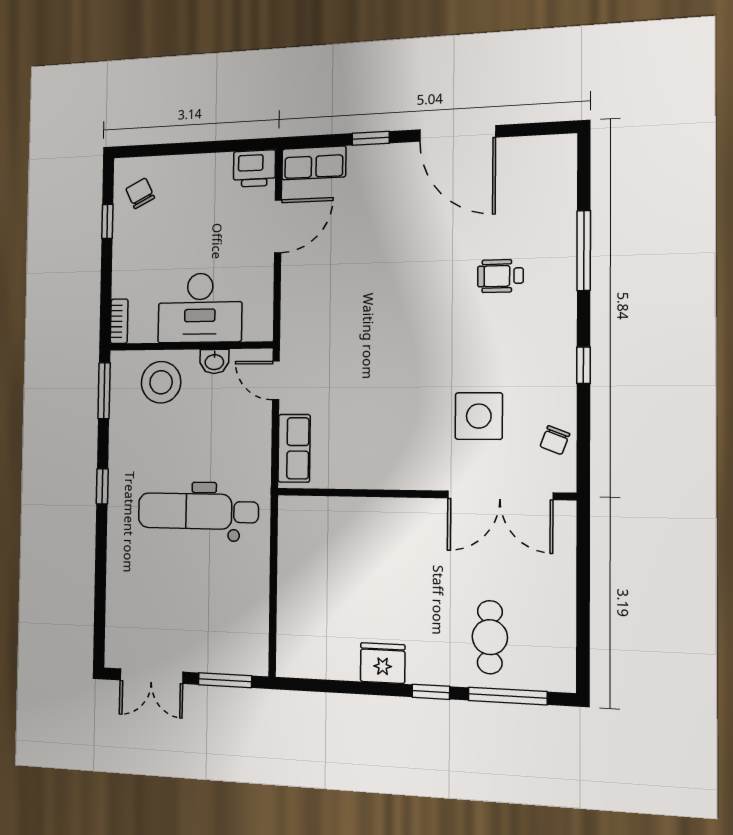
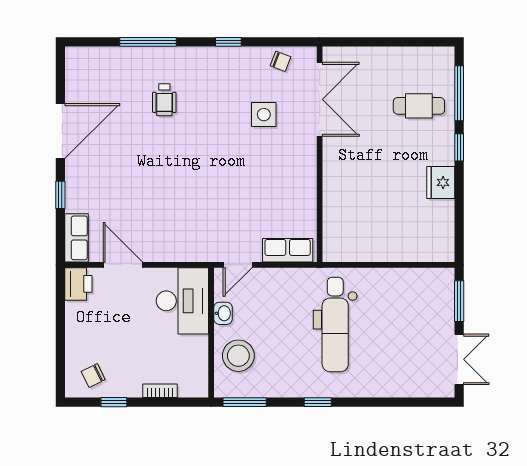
desk: (200, 308) -> (182, 301), moved
bookcase: (119, 321) -> (160, 391), moved
side table: (479, 416) -> (264, 115), width x0.73, depth x0.73

